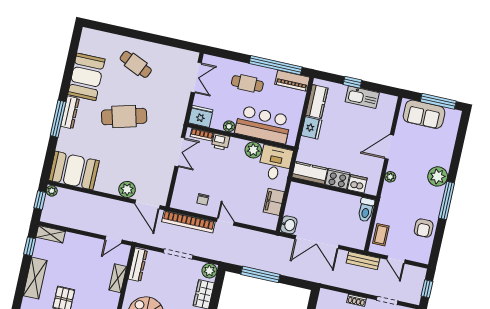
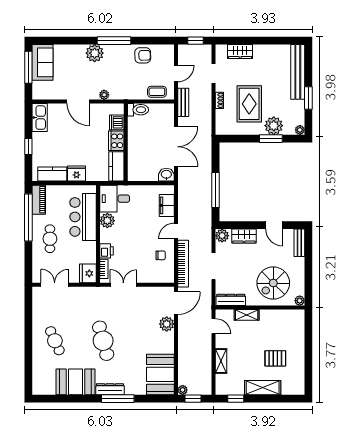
cafe table: (136, 64) -> (55, 341), turned -48
kitchen sink: (362, 97) -> (40, 118), moved
sofa: (424, 114) -> (43, 62), moved
plant: (229, 126) -> (91, 247), removed
filing cabinet: (274, 202) -> (167, 205), moved, turned 90
shelving: (51, 234) -> (221, 361), moved

